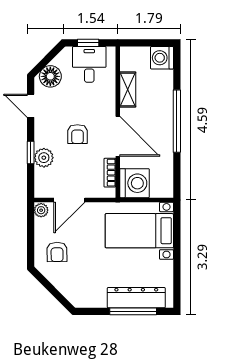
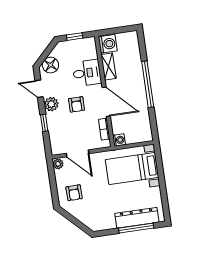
washing machine: (162, 58) -> (108, 44), moved, turned 180
desk: (89, 64) -> (87, 73), moved, turned 90
plant: (44, 158) -> (51, 104), moved
washing machine: (134, 183) -> (119, 140), width x0.53, depth x0.53
door: (69, 200) -> (78, 153), hinge flipped

